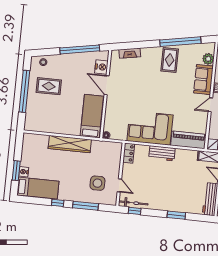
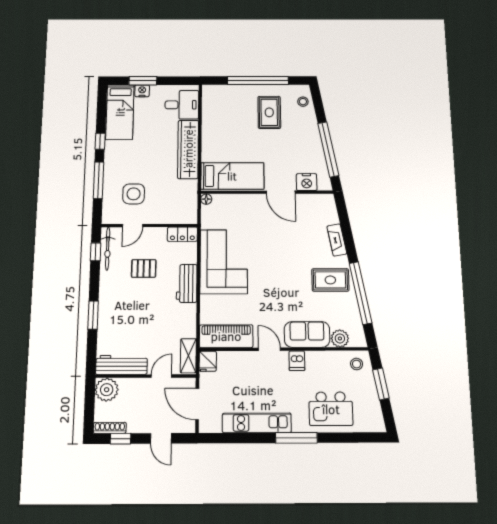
fireplace: (130, 53) -> (337, 240), moved
door: (107, 85) -> (281, 192), swing flipped
piano: (188, 140) -> (226, 336), moved, turned -90
desk: (37, 145) -> (182, 105), added
pallet: (149, 180) -> (144, 268), added

